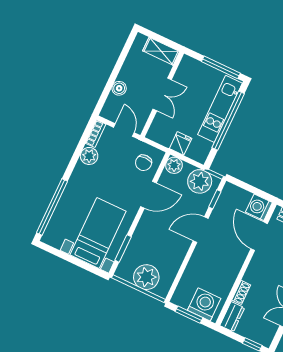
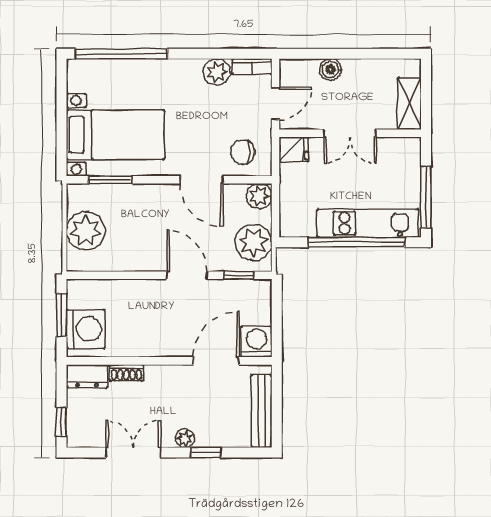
fridge: (181, 143) -> (294, 149), moved

